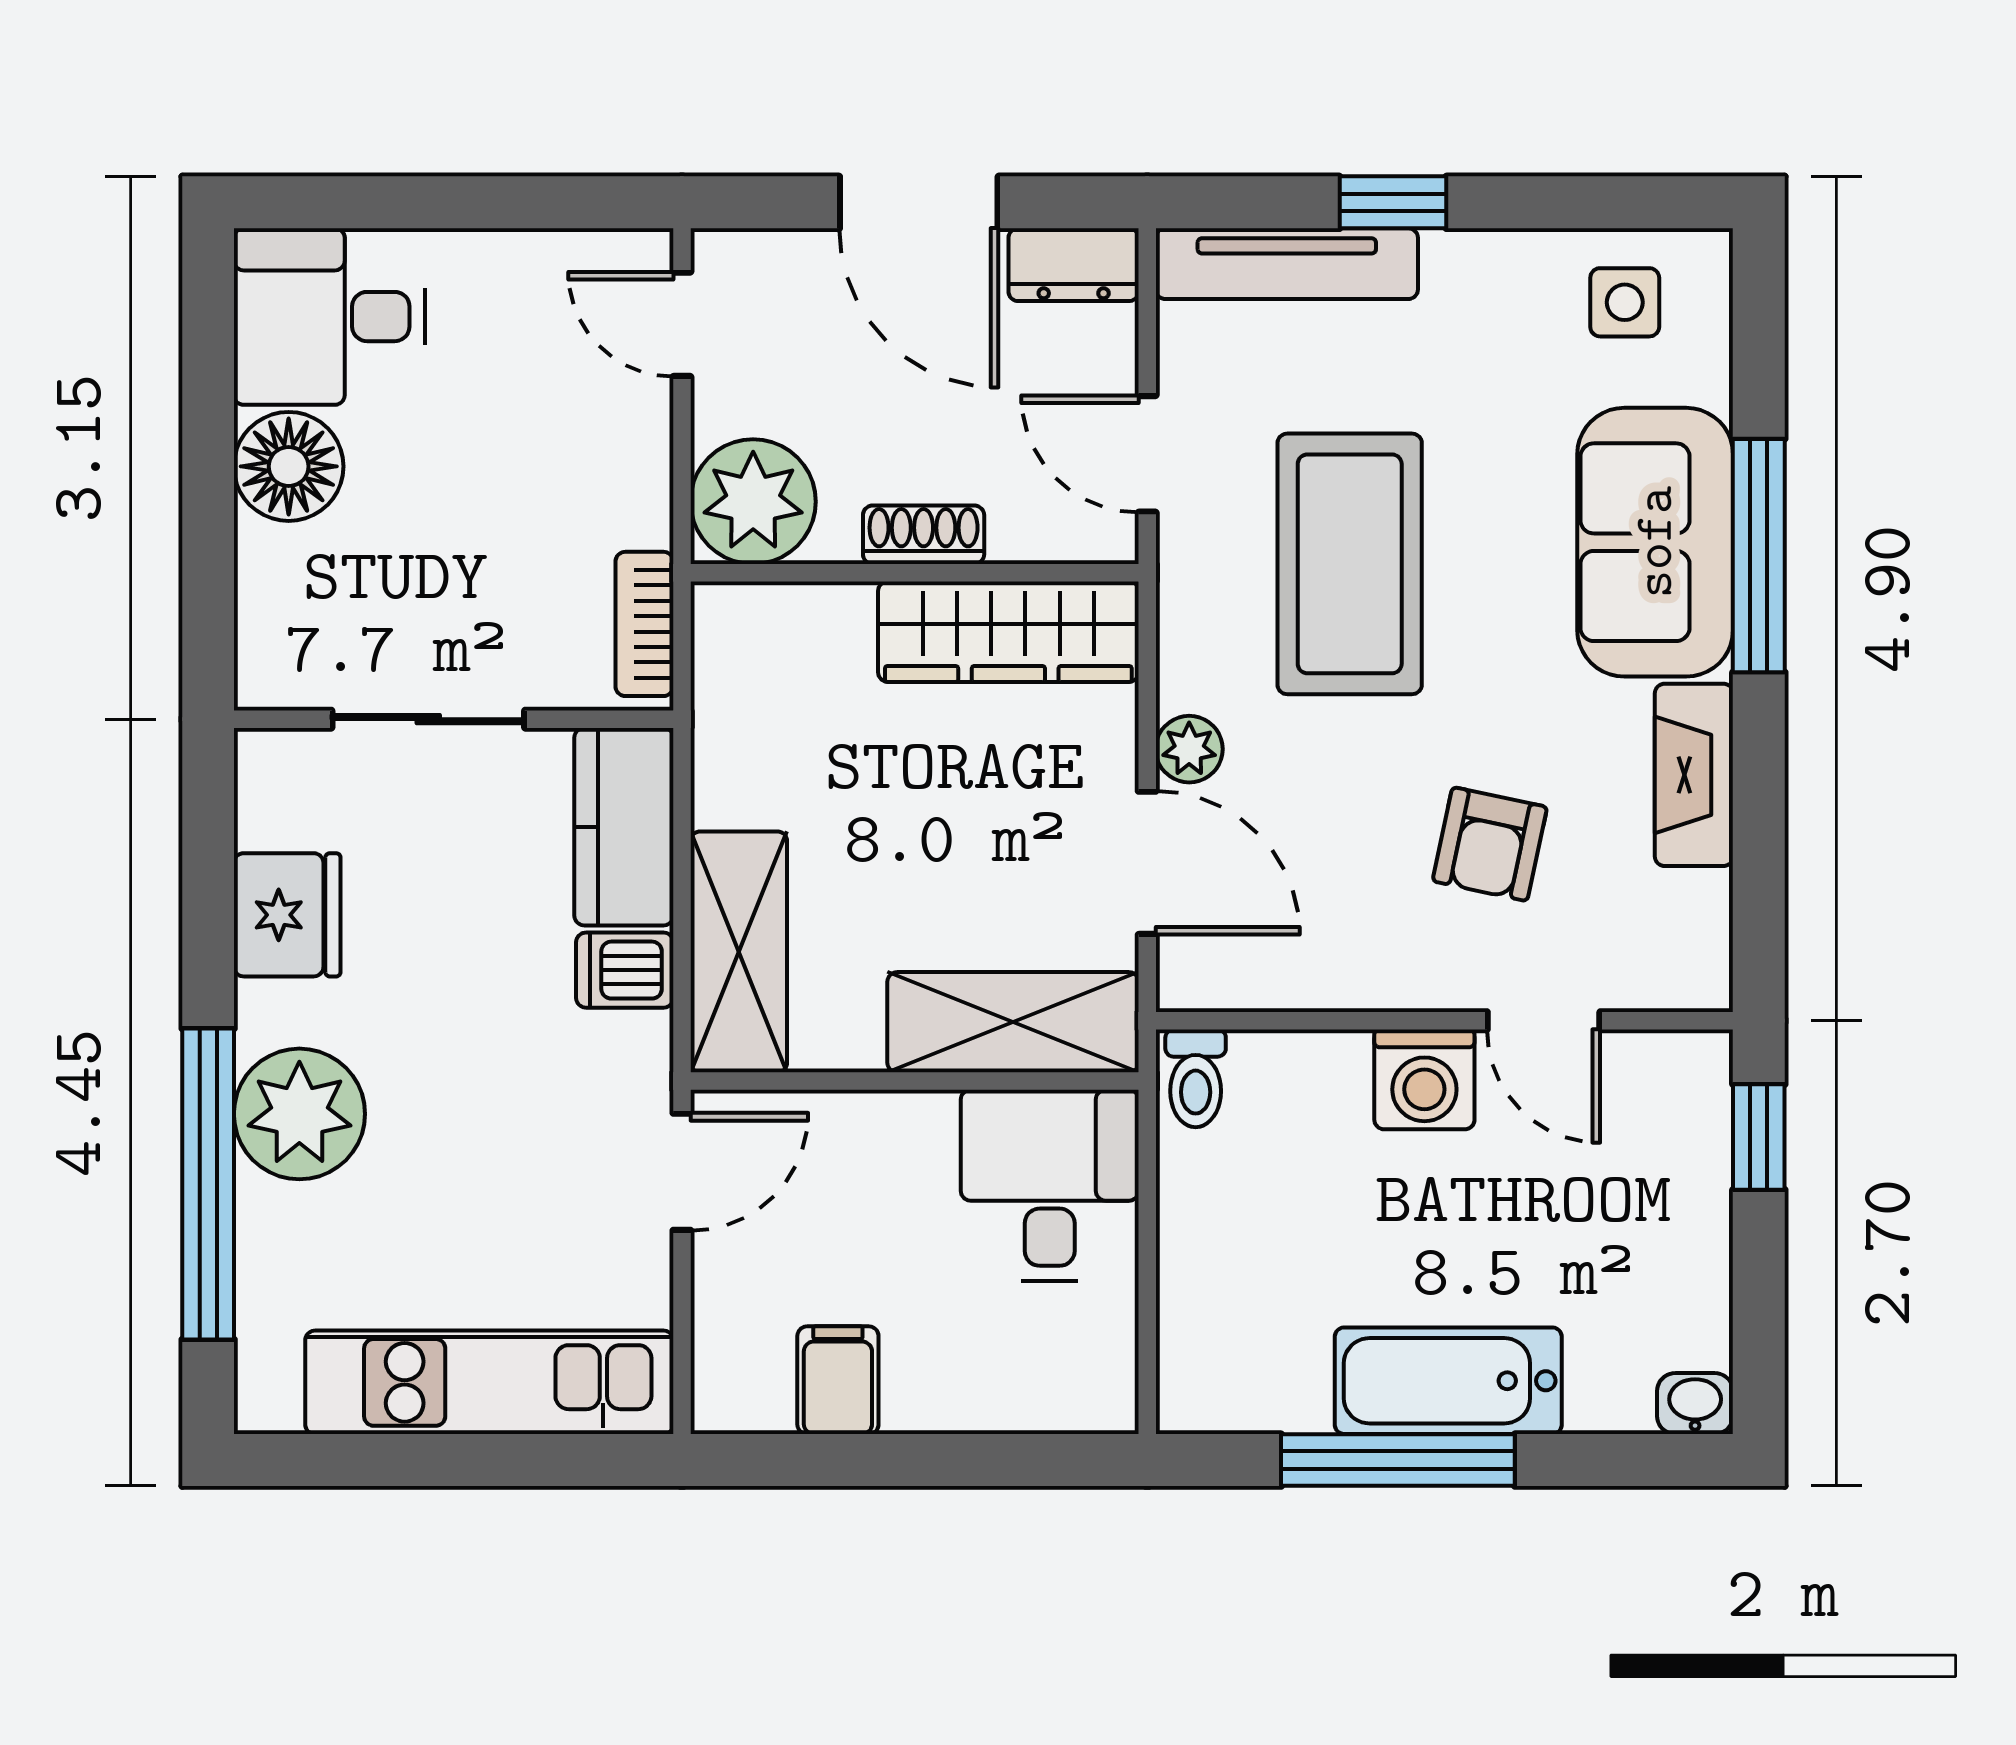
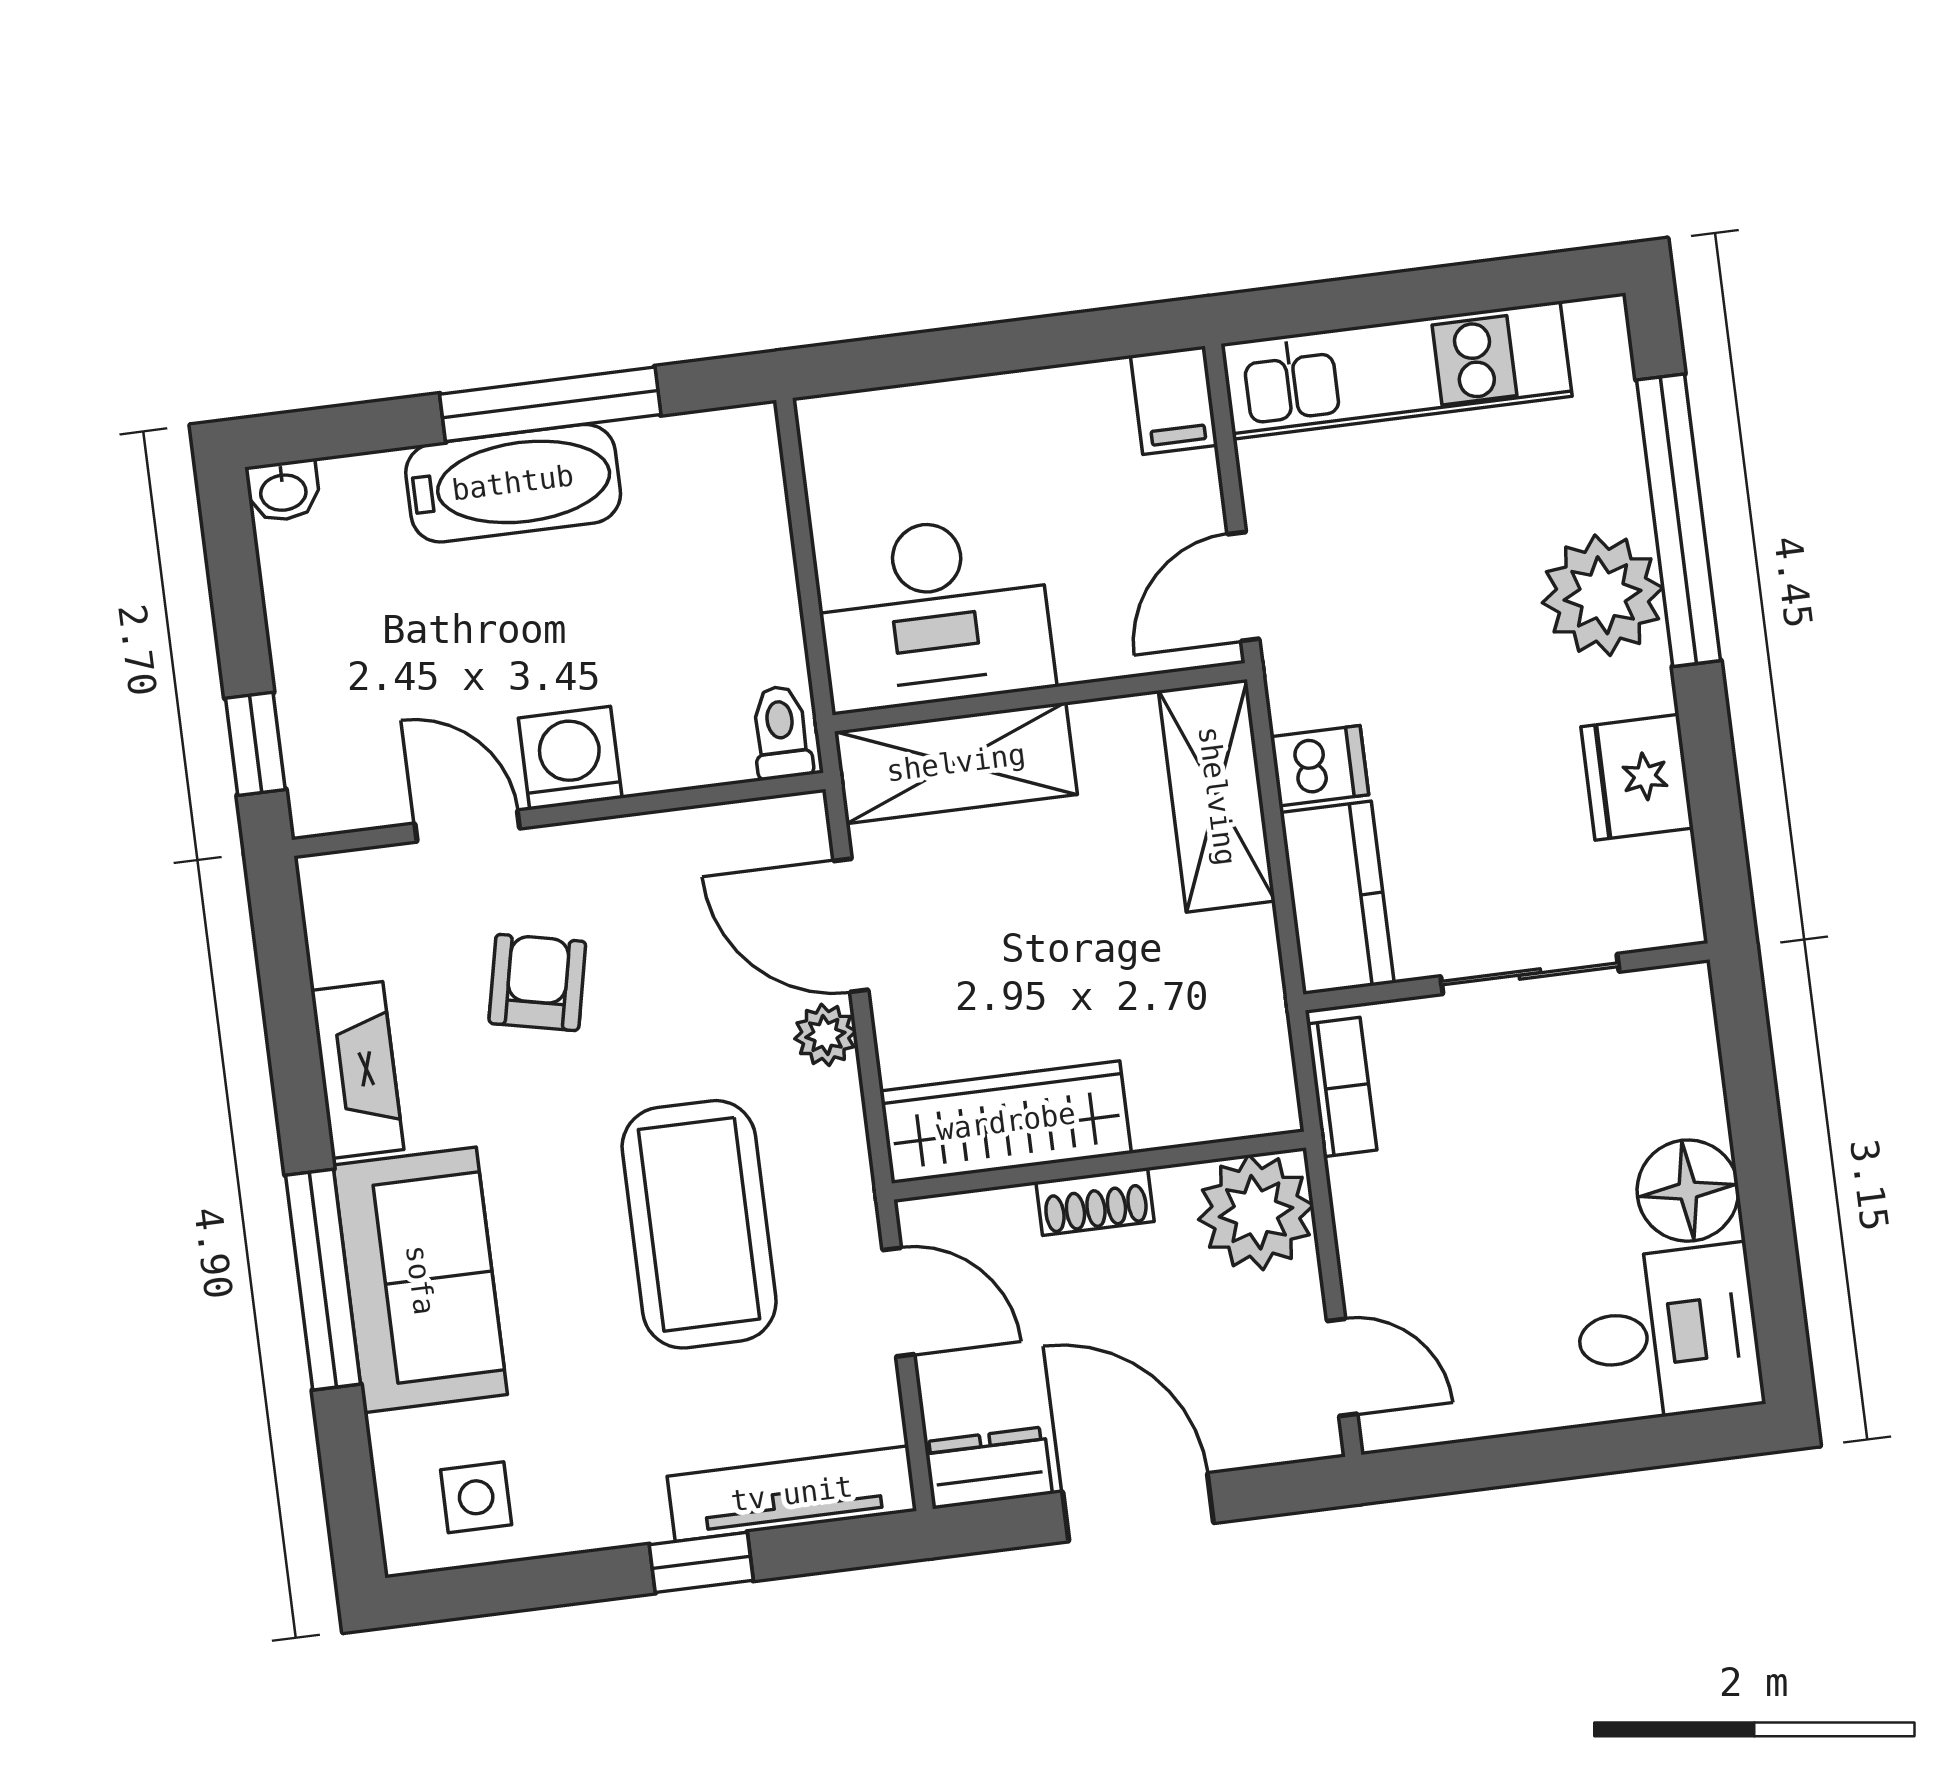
desk: (1050, 1185) -> (934, 613), width x1.37
filing cabinet: (838, 1380) -> (1174, 400), moved

